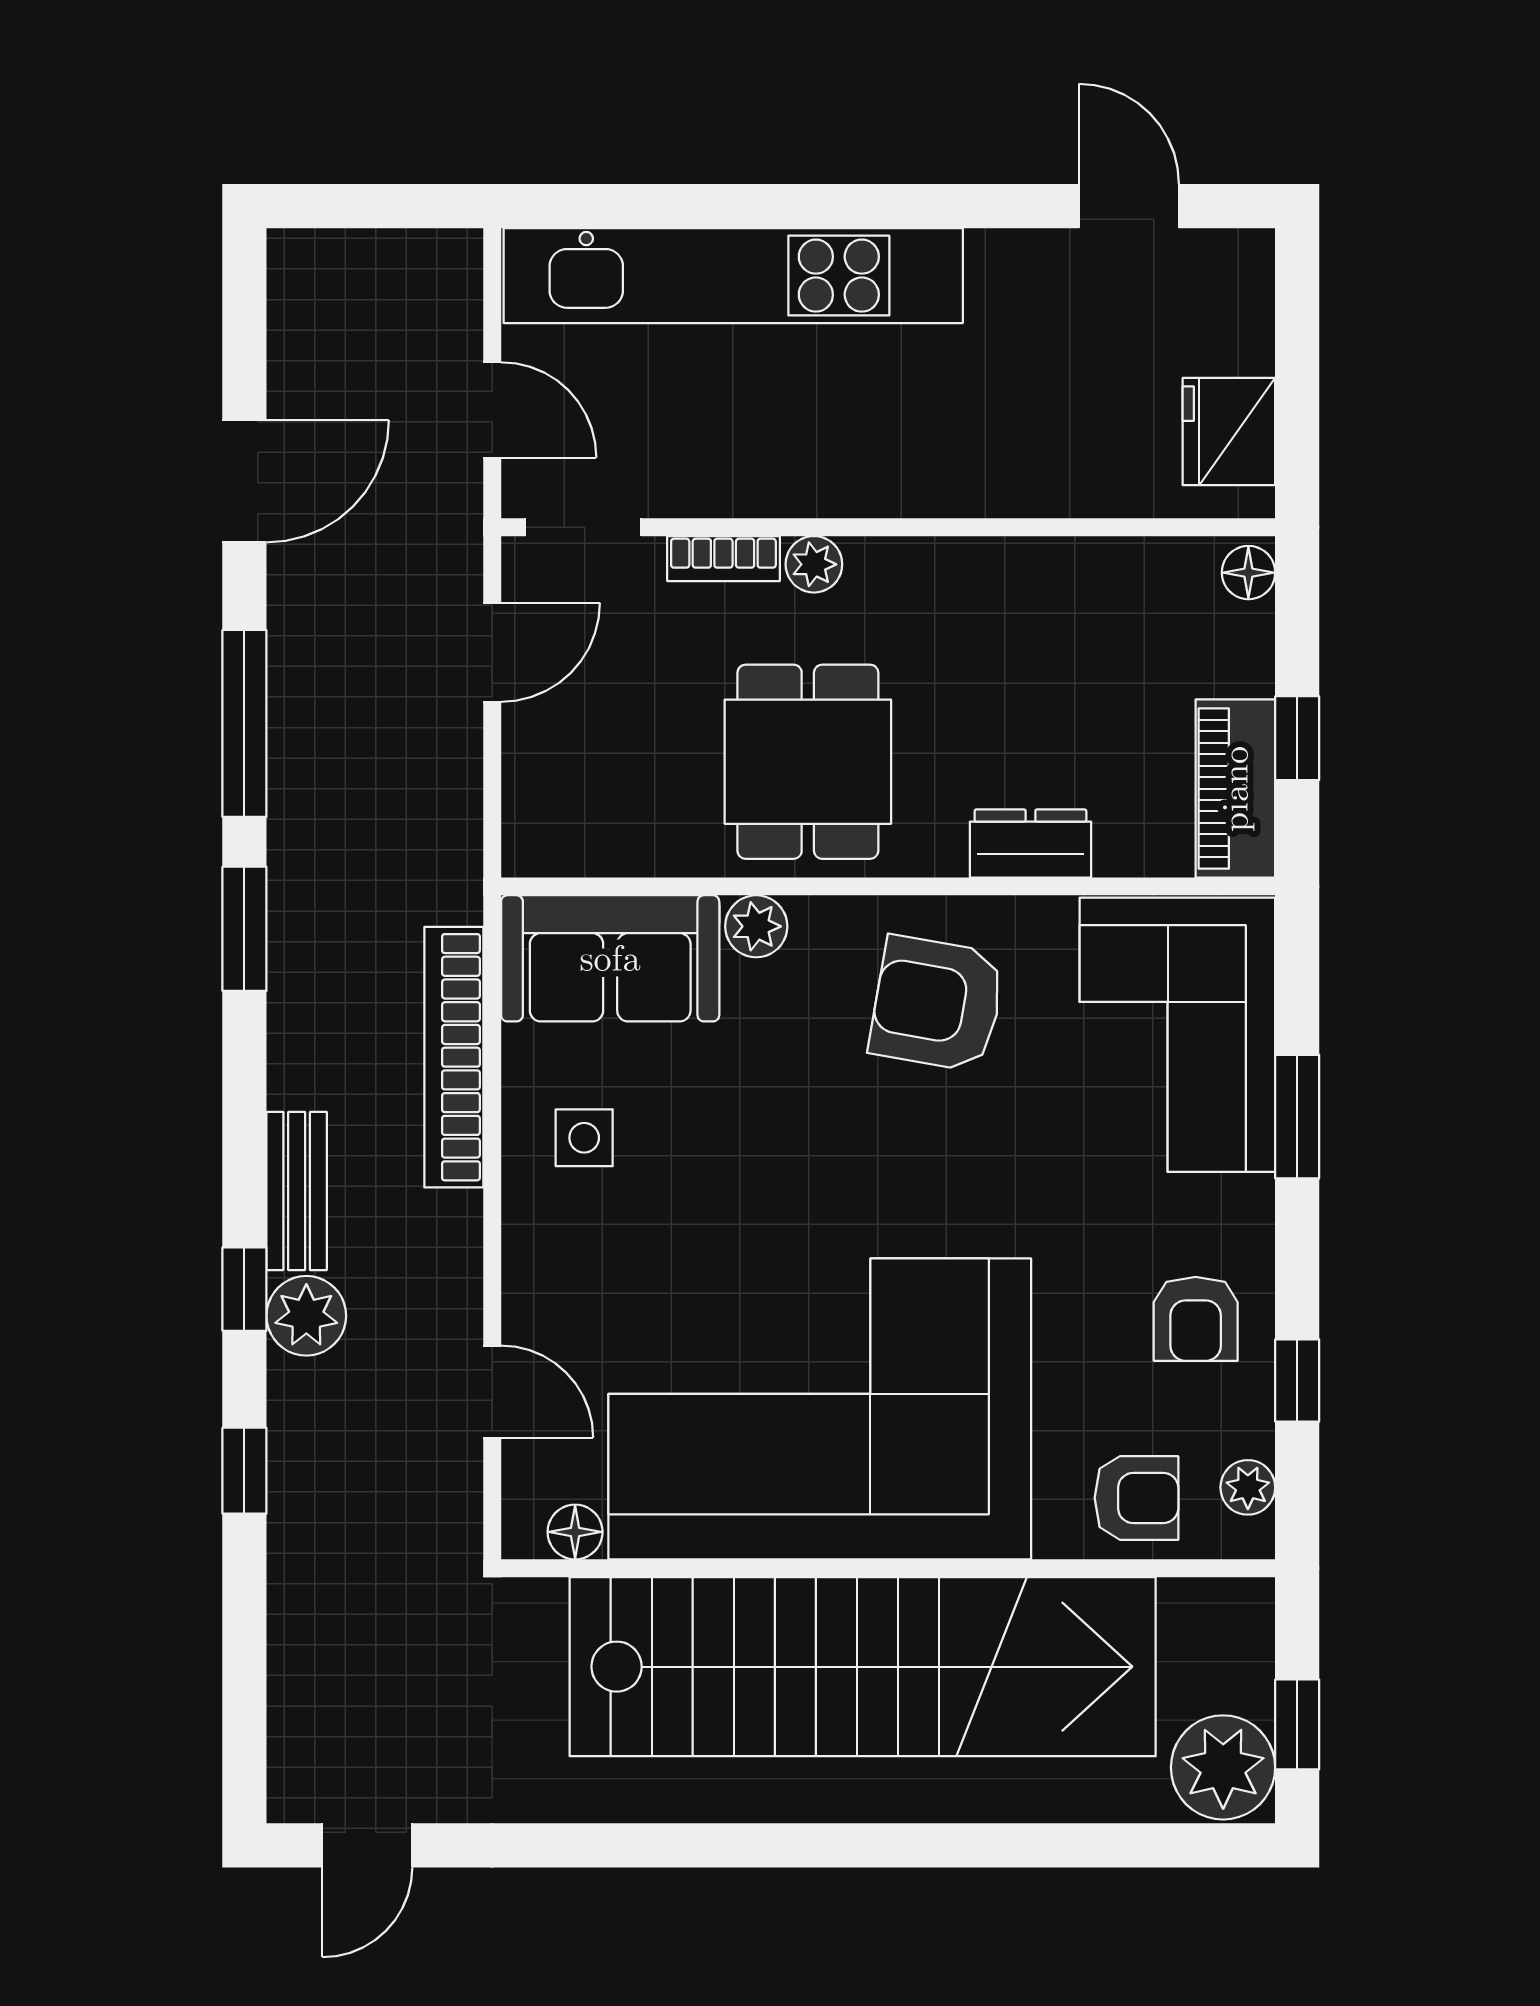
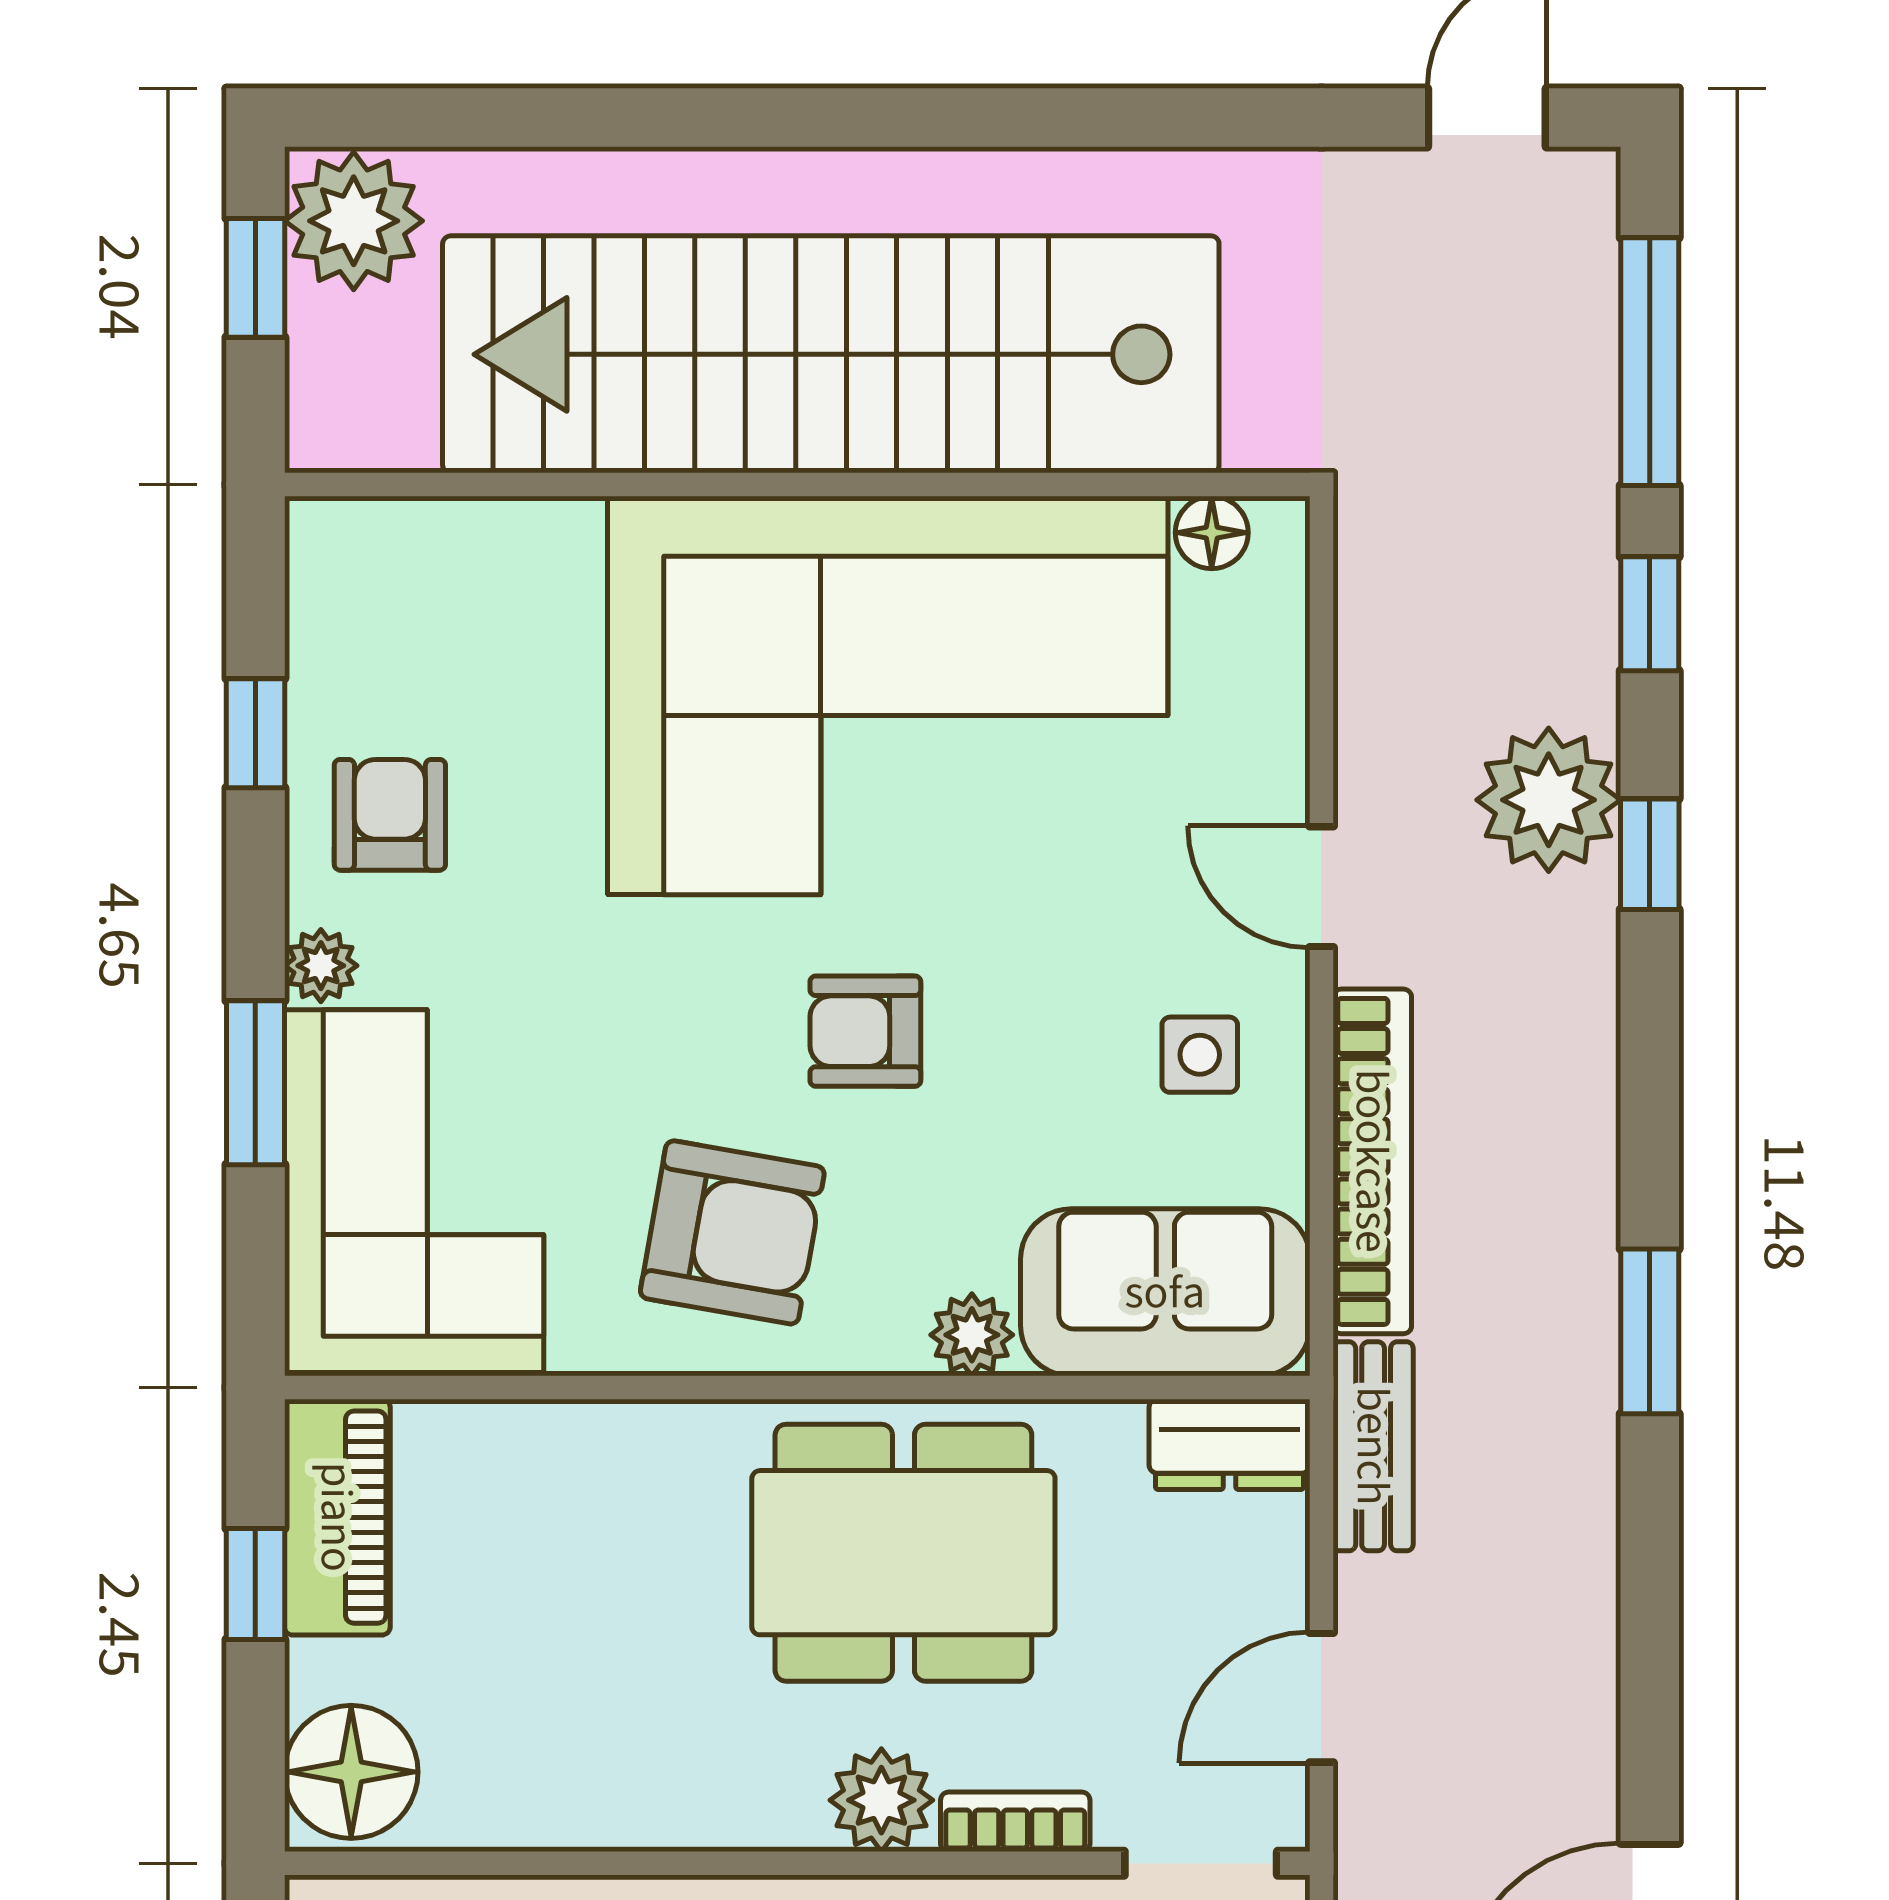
plant: (814, 564) -> (881, 1800), width x1.38, depth x1.38
floor lamp: (1248, 573) -> (351, 1772), width x1.89, depth x1.89
window: (244, 723) -> (1650, 362), moved
dining table: (808, 762) -> (903, 1553), width x1.37
dresser: (1031, 844) -> (1229, 1444), moved
bench: (297, 1191) -> (1373, 1446), moved
plant: (306, 1316) -> (1549, 800), width x1.36, depth x1.36
door: (492, 1392) -> (1321, 887), moved
plant: (1248, 1487) -> (321, 966), moved
armchair: (1136, 1498) -> (865, 1031), moved

